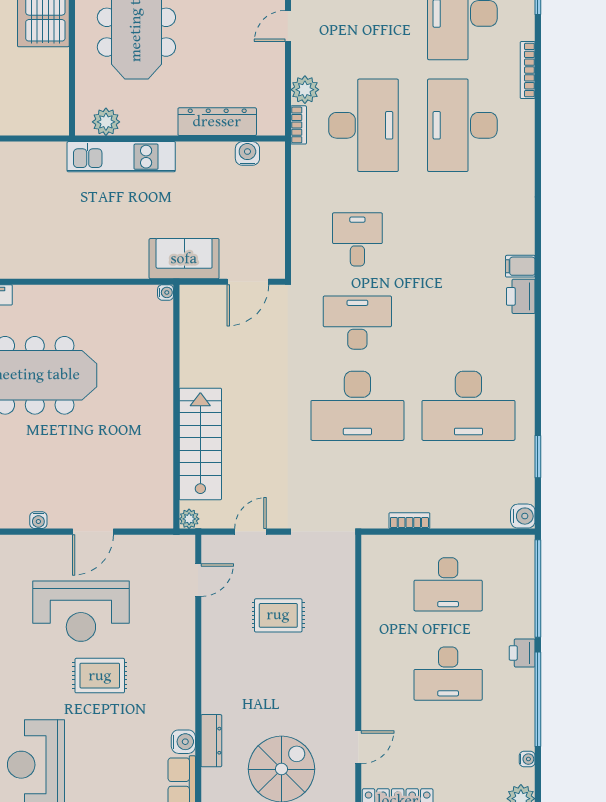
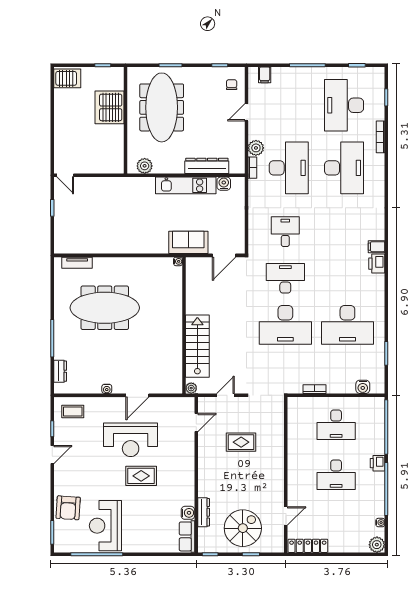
desk: (462, 125) -> (344, 168), turned 180
kitchen unit: (121, 157) -> (186, 185), moved
water cooler: (523, 516) -> (363, 387), moved, turned 90

